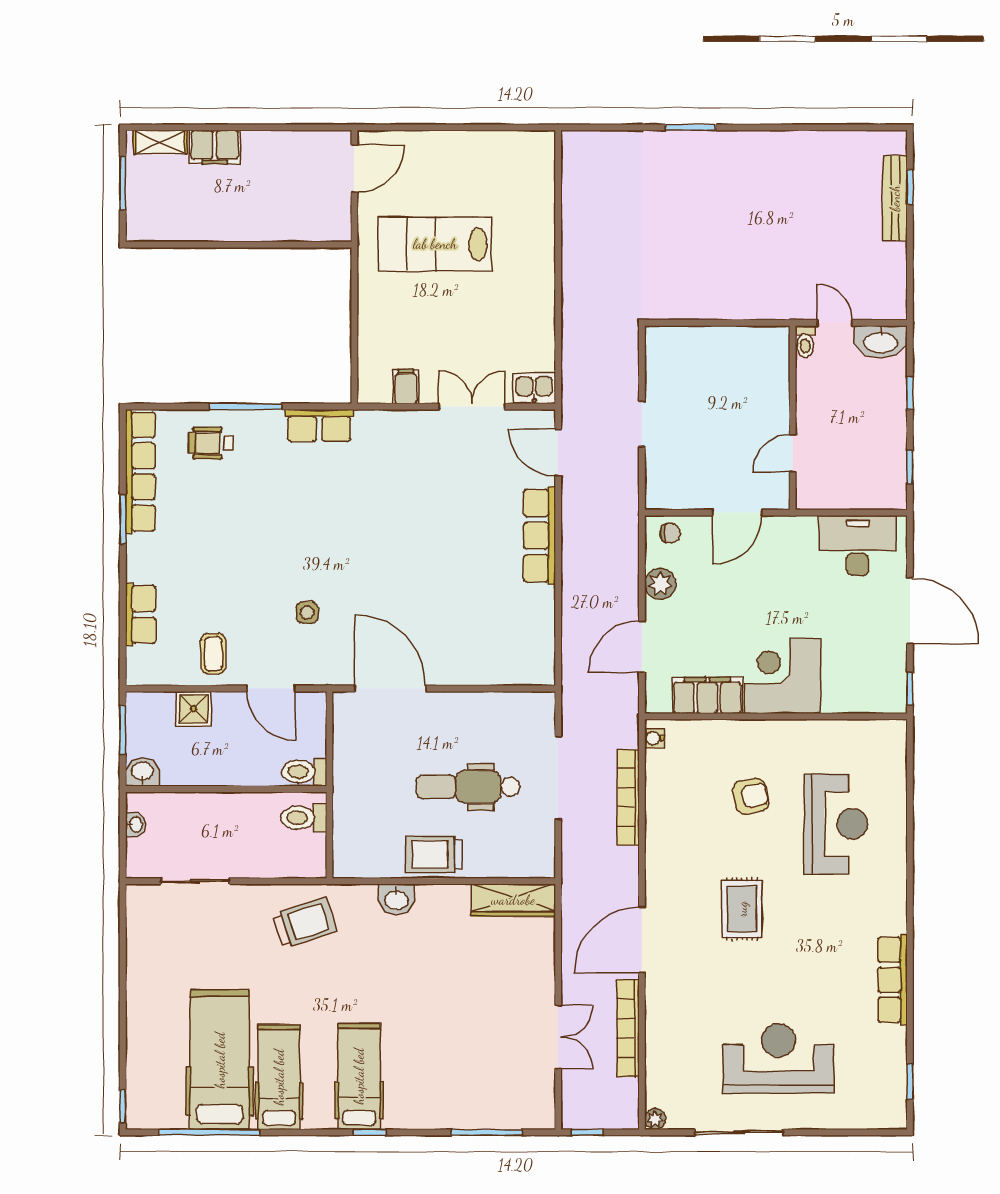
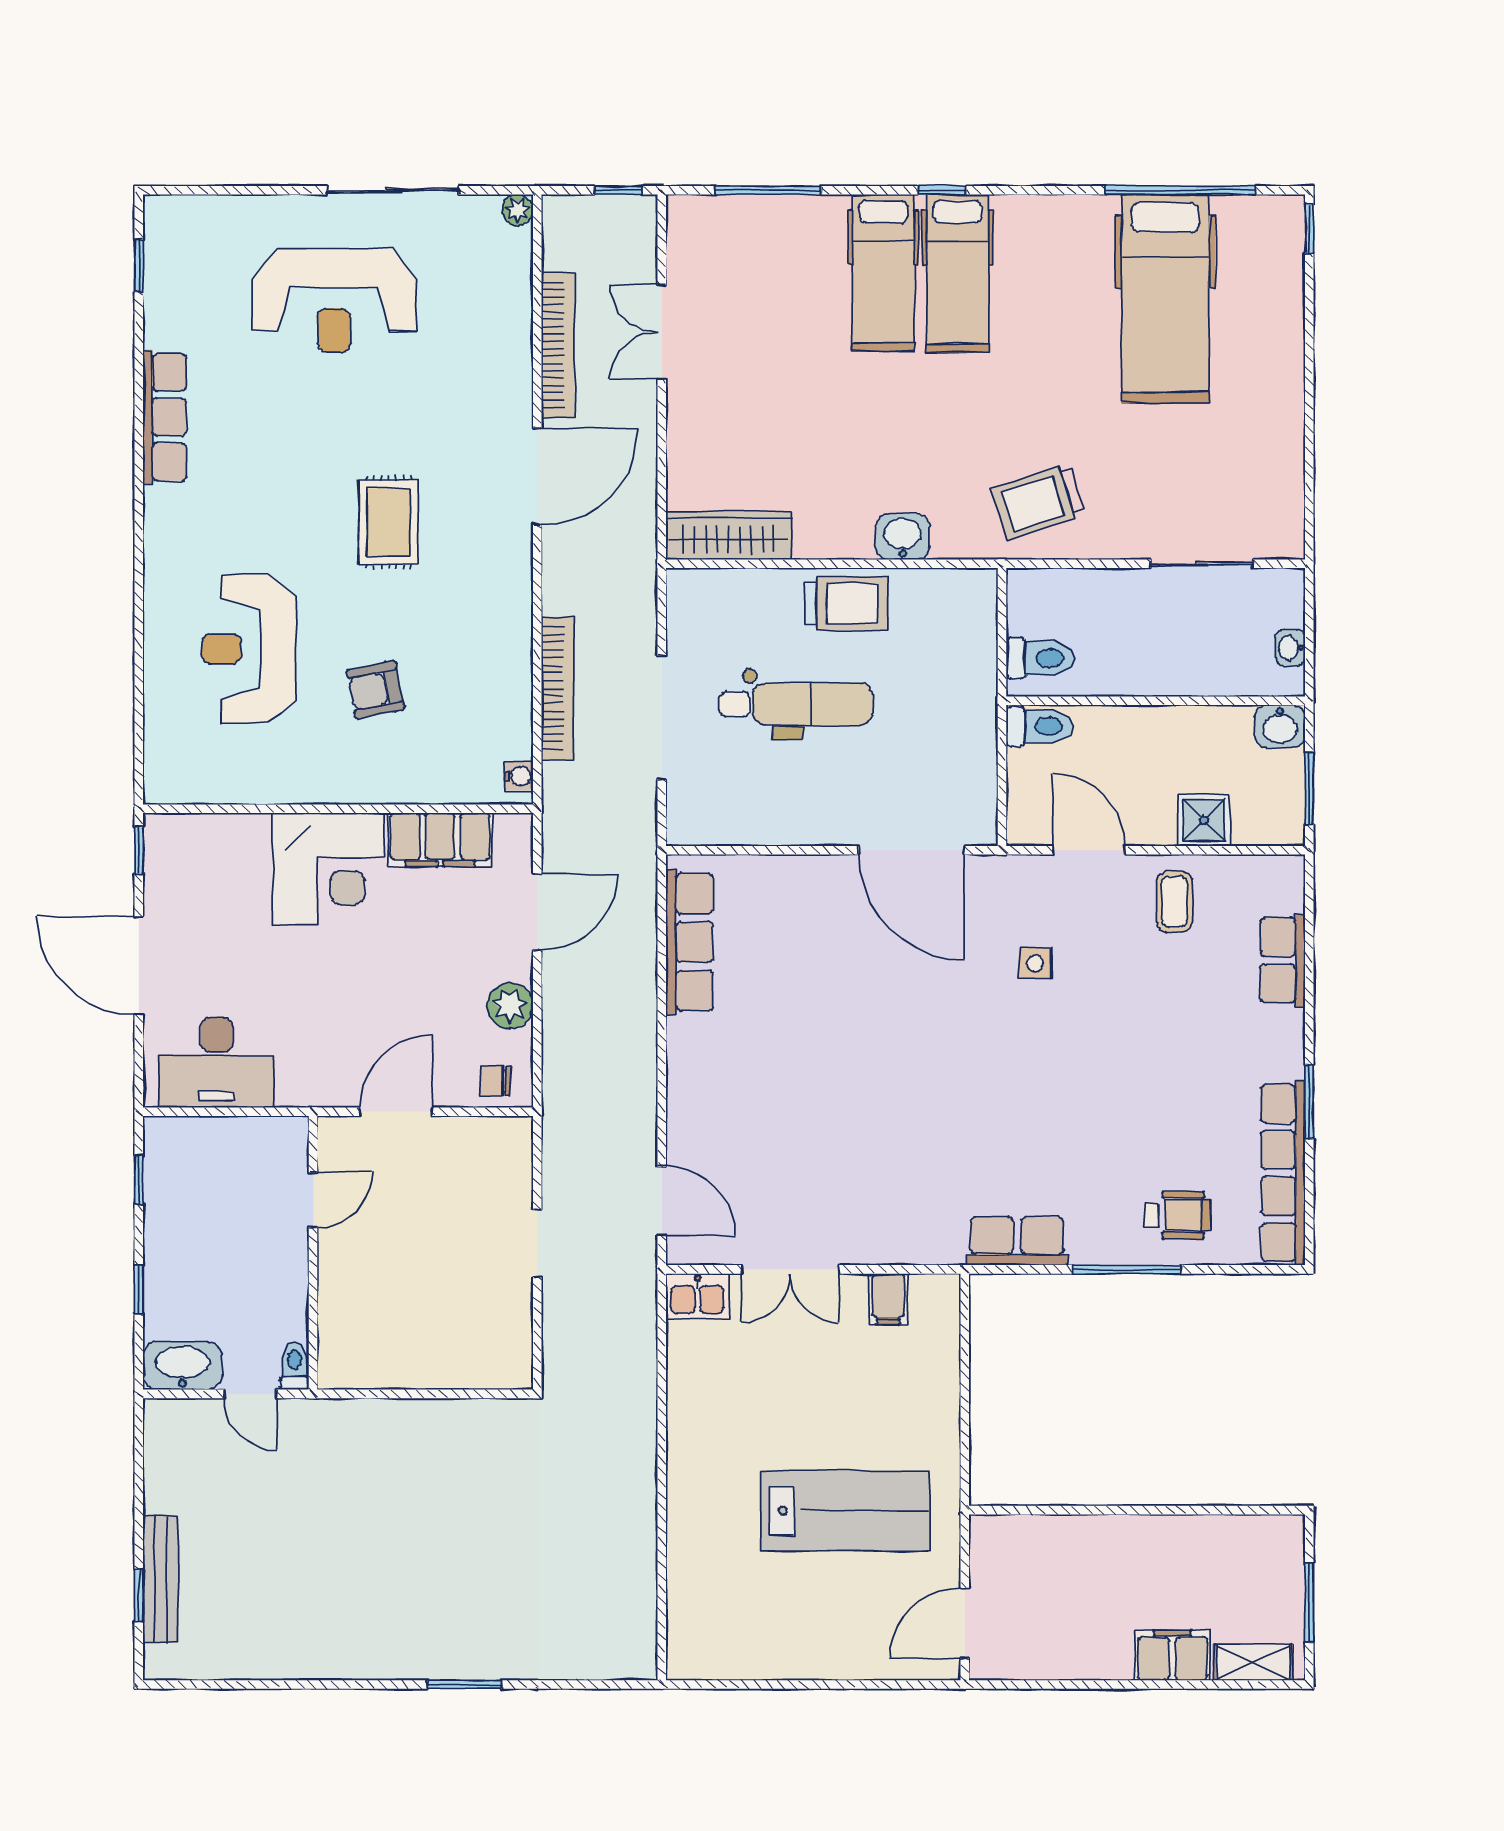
row of seats: (540, 536) -> (689, 942), moved
hospital bed: (279, 1077) -> (883, 272), moved

